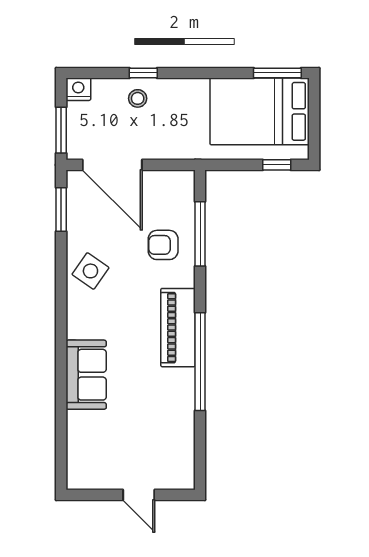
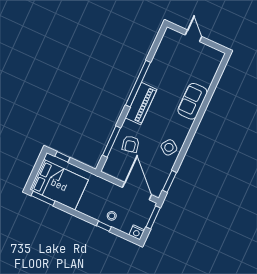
armchair: (163, 245) -> (131, 144), turned 78

